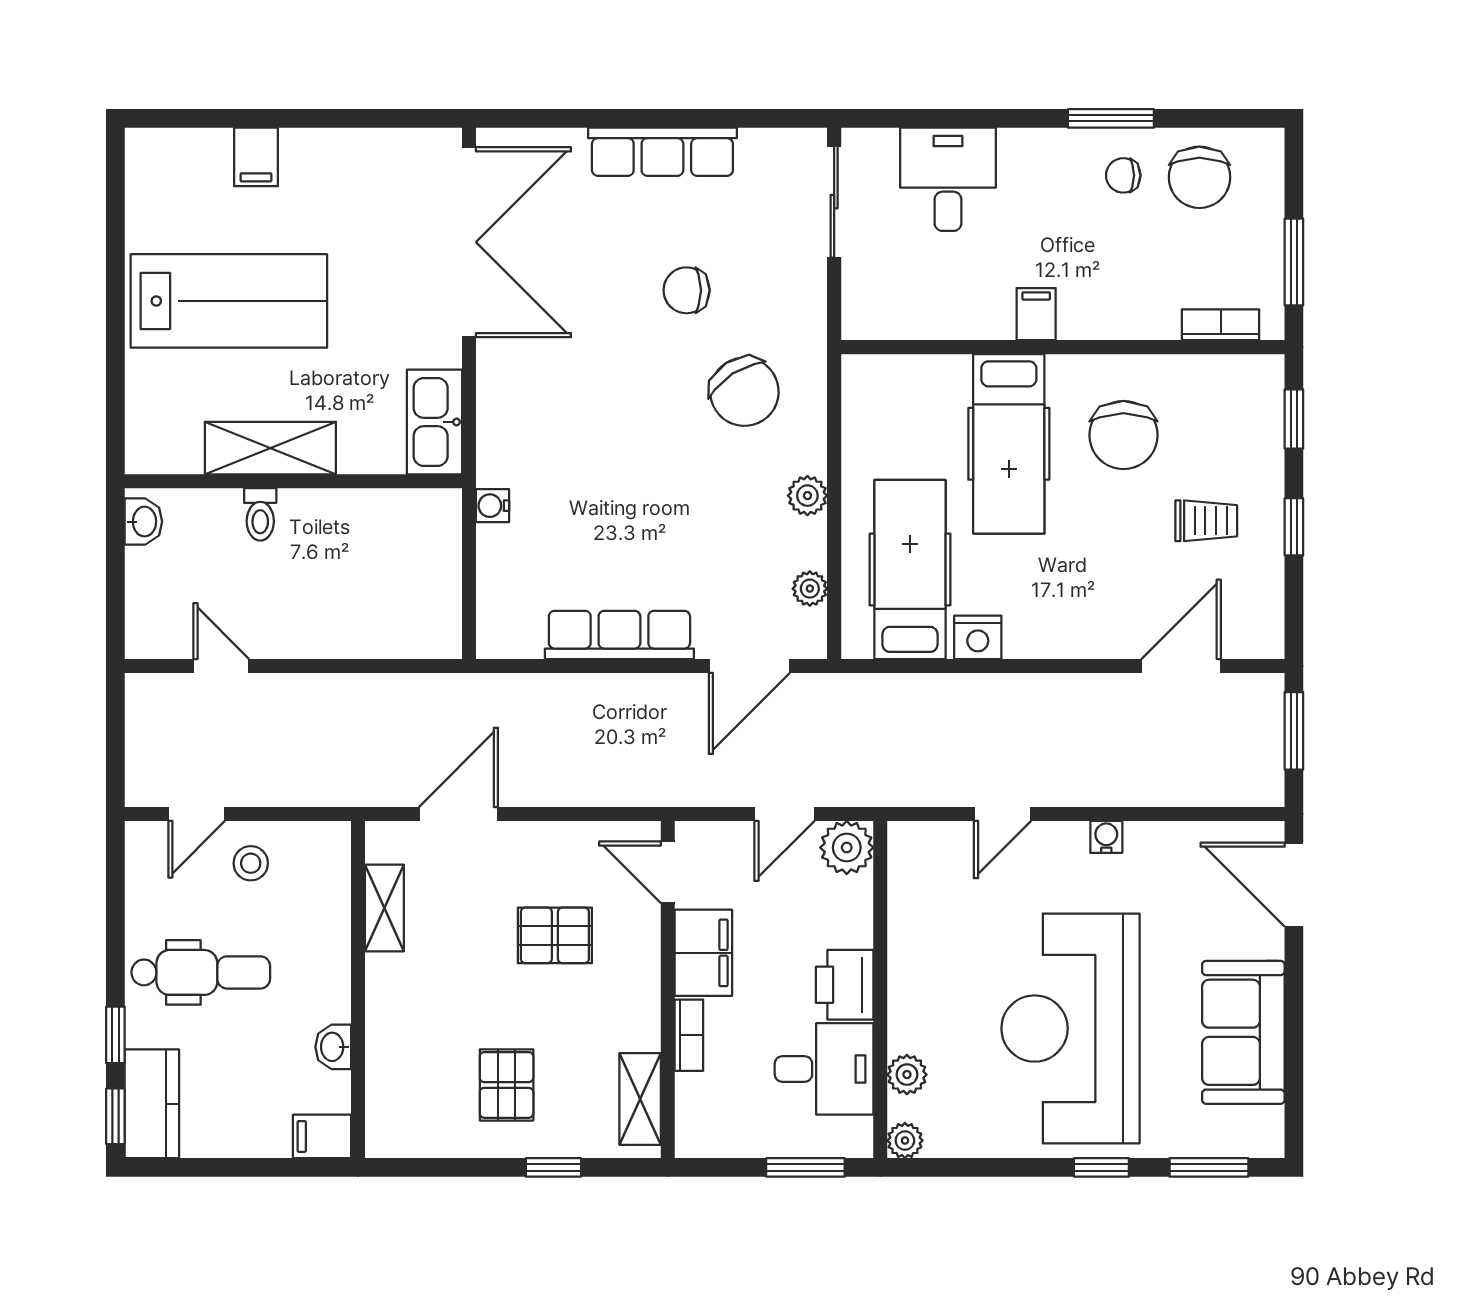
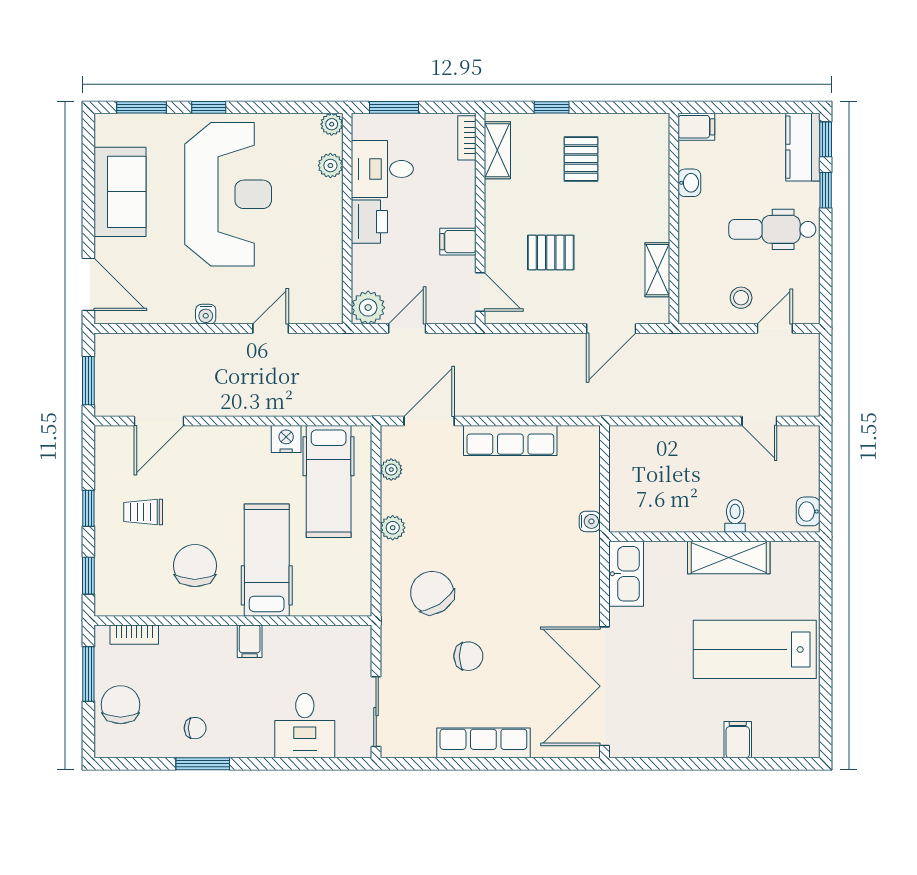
chair: (1199, 177) -> (121, 705), moved
filing cabinet: (703, 953) -> (458, 242), width x0.50
bookcase: (689, 1035) -> (467, 138), moved

